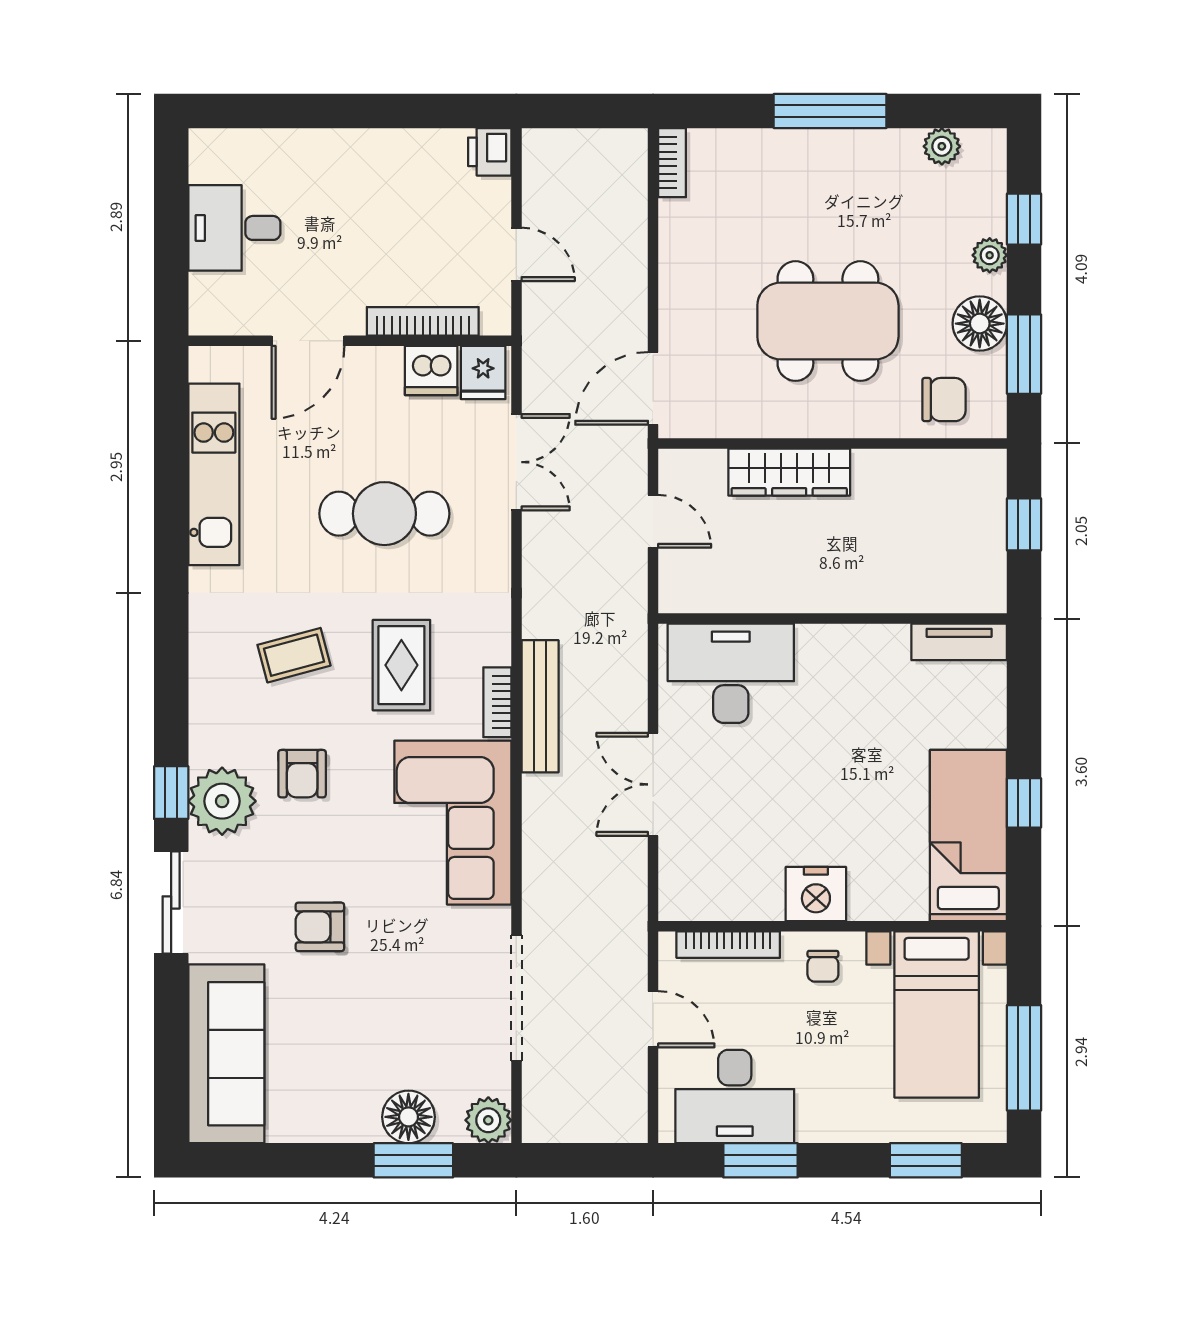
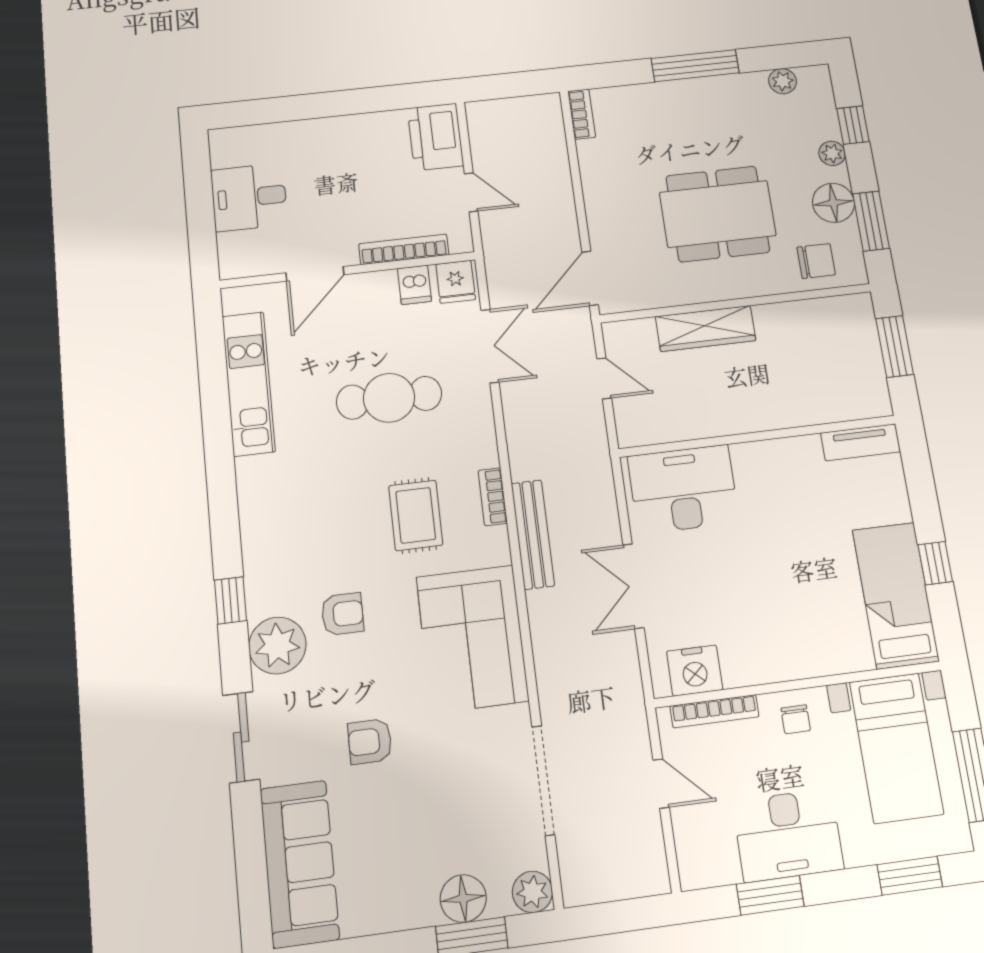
printer: (490, 152) -> (435, 137), width x1.87, depth x1.48
dishwasher: (431, 371) -> (415, 285), width x0.73
window: (1024, 524) -> (895, 346), width x1.50
coffee table: (294, 655) -> (327, 518), removed
bookcase: (497, 702) -> (493, 497), moved
armchair: (302, 774) -> (342, 614), turned -90
window: (171, 793) -> (230, 600), moved
nightstand: (816, 894) -> (695, 671), moved
desk: (735, 1097) -> (788, 835), moved

